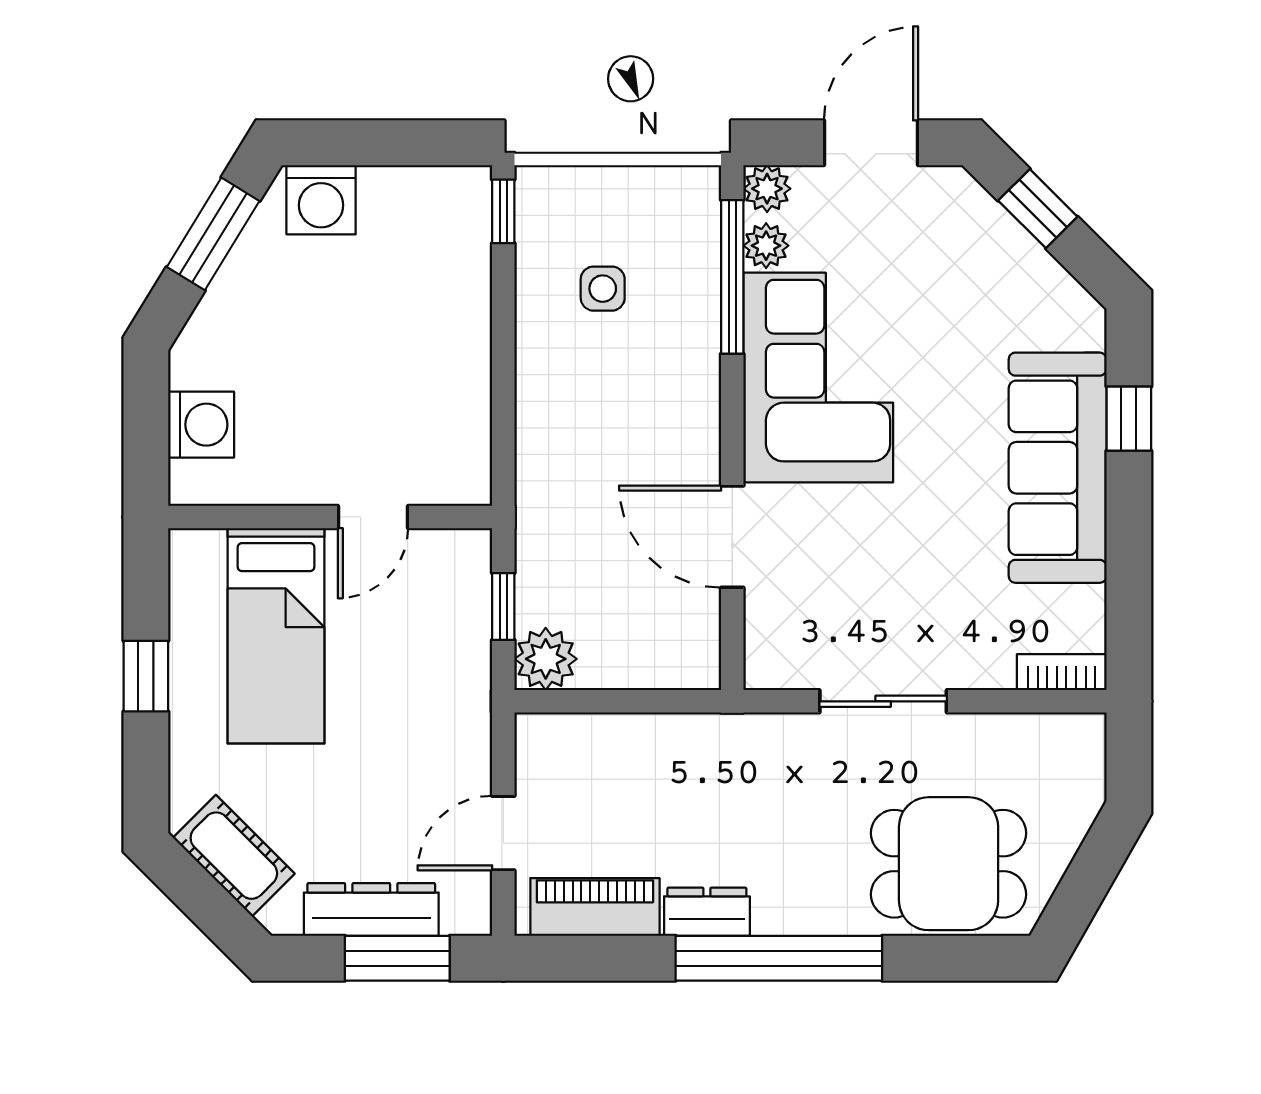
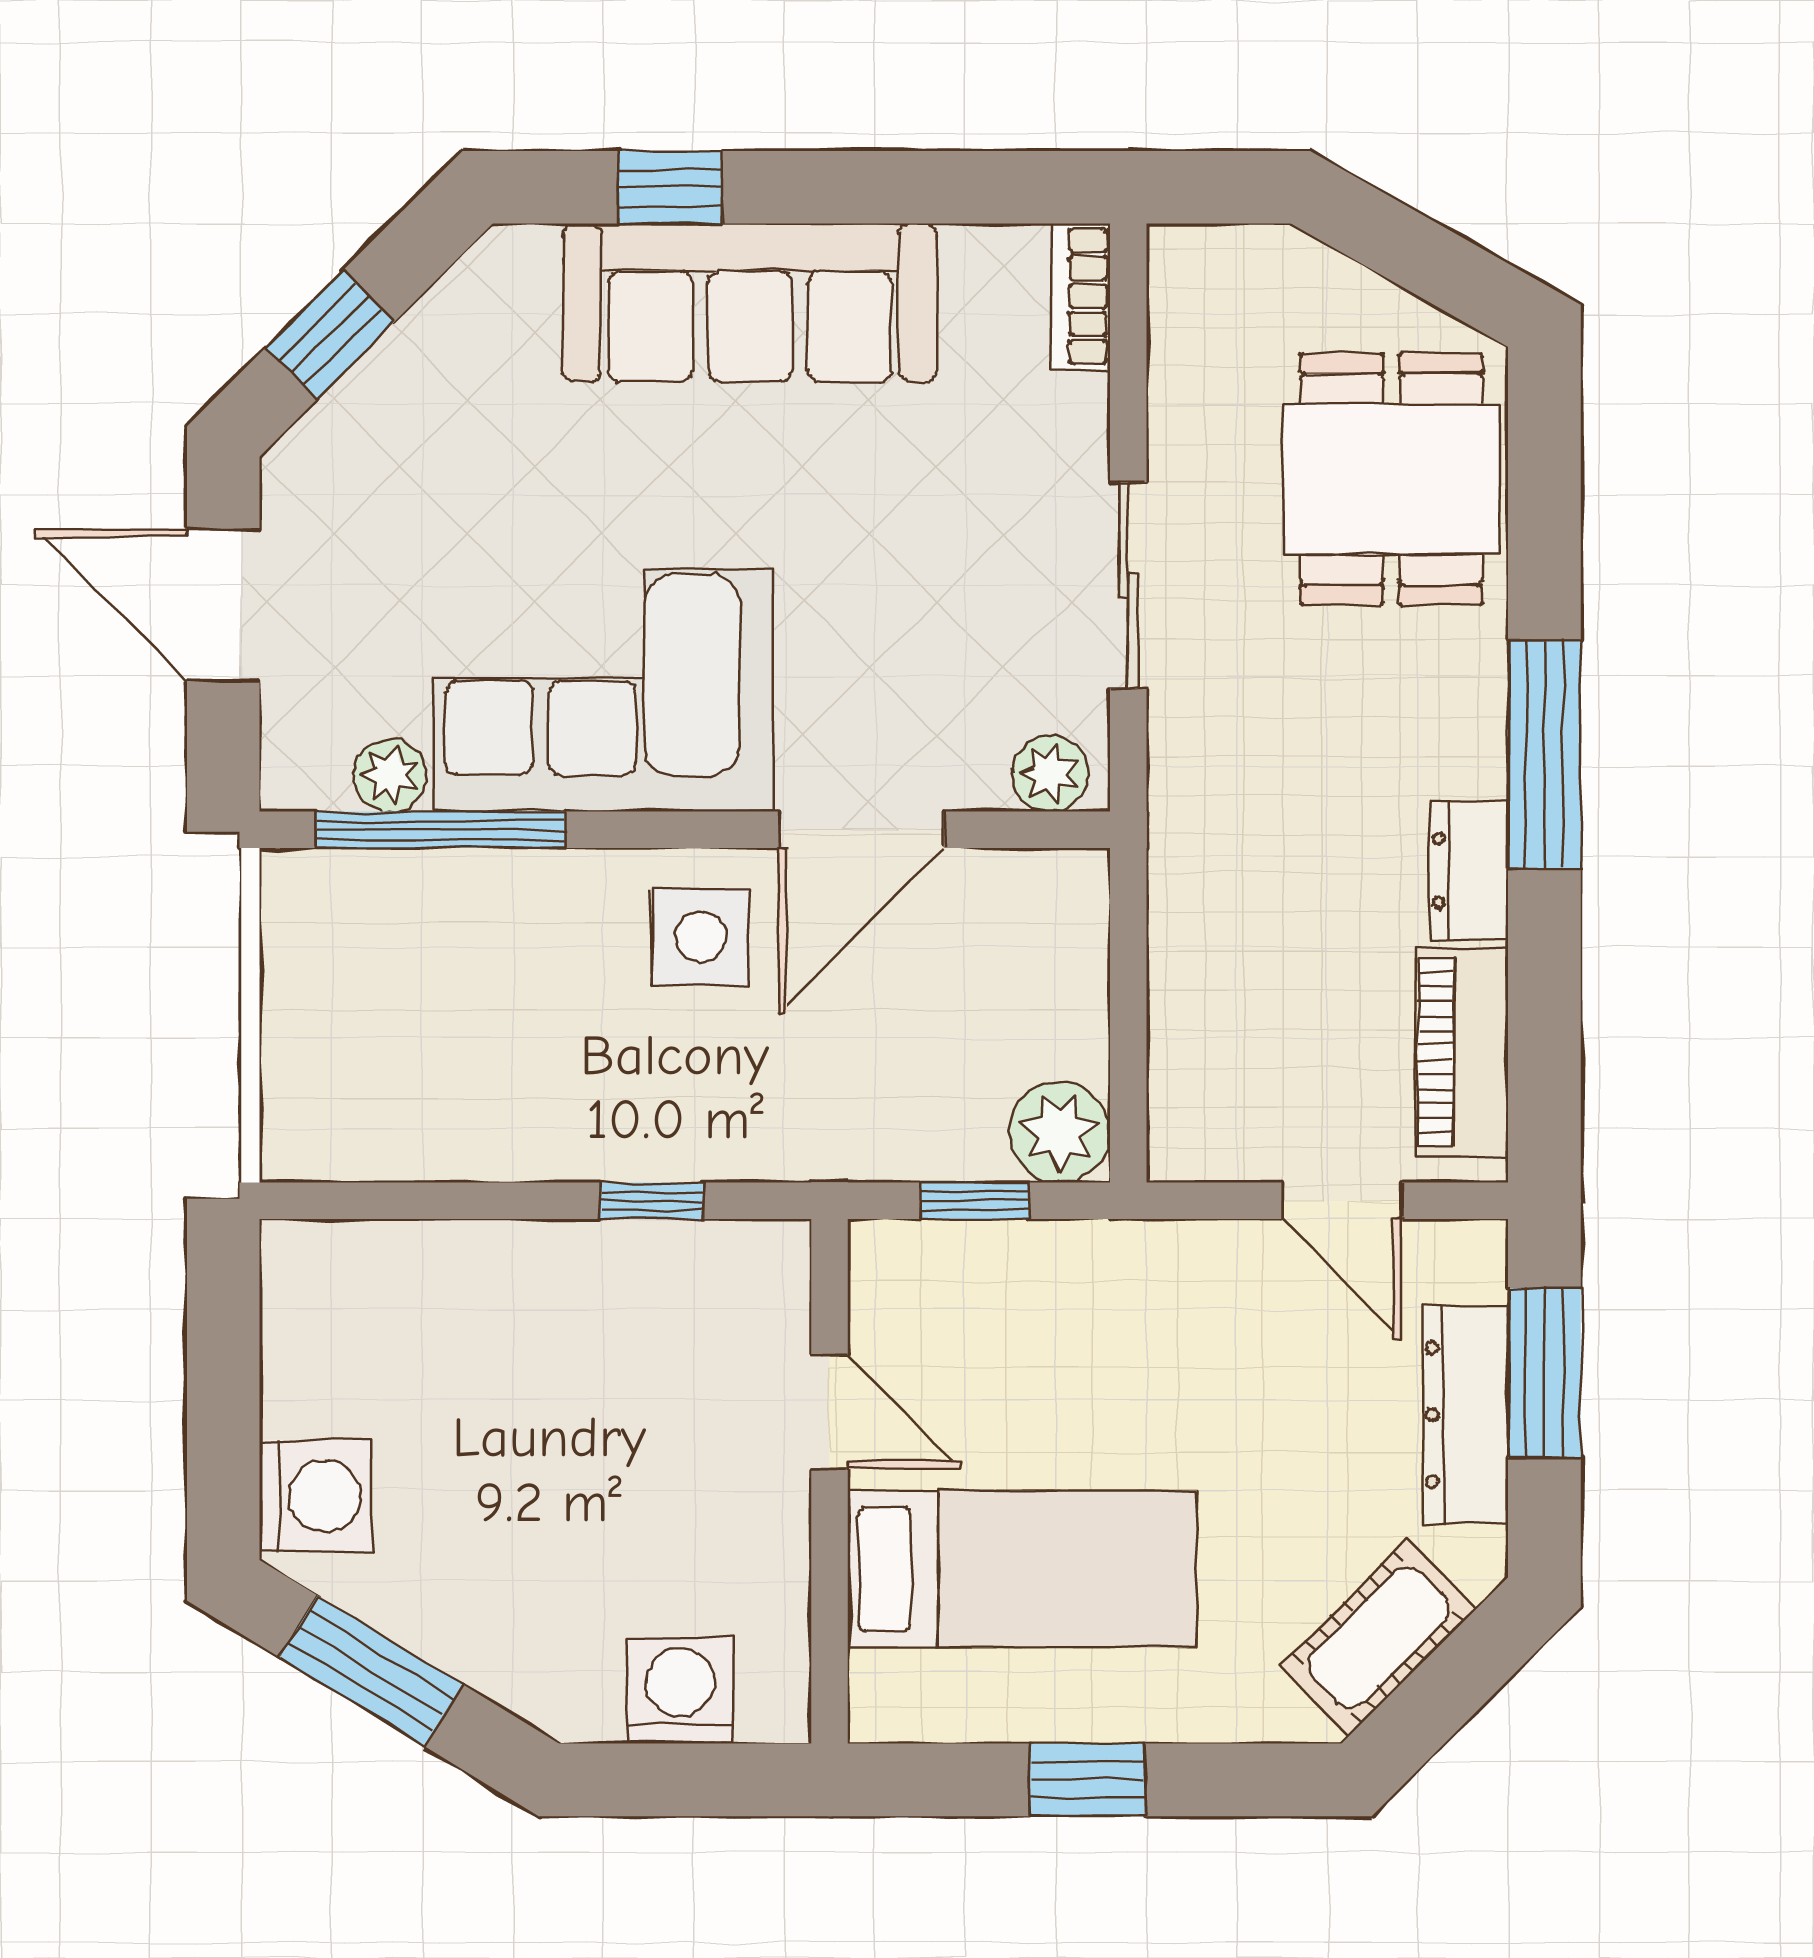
plant: (767, 189) -> (1050, 773), moved
window: (503, 211) -> (652, 1201), moved
side table: (603, 289) -> (700, 937), moved, width x1.37, depth x1.37
window: (779, 958) -> (1544, 754), width x0.68

